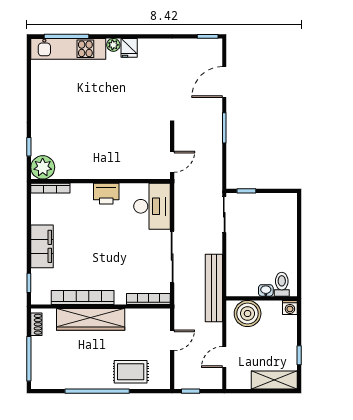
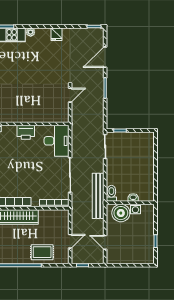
fridge: (129, 48) -> (57, 34), moved
door: (172, 162) -> (70, 95), moved
toilet: (282, 284) -> (111, 193), moved
washing machine: (290, 308) -> (135, 209), moved
door: (172, 340) -> (70, 241), moved
door: (224, 357) -> (105, 242), hinge flipped
shelving: (274, 380) -> (139, 258), removed

